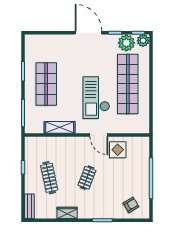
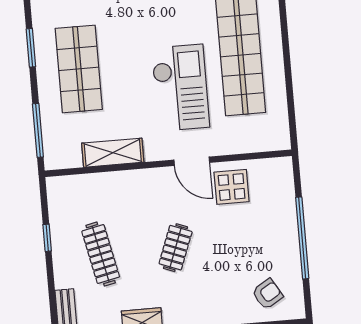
checkout: (96, 98) -> (180, 88), turned 180

